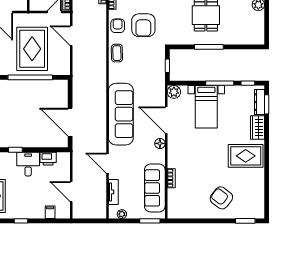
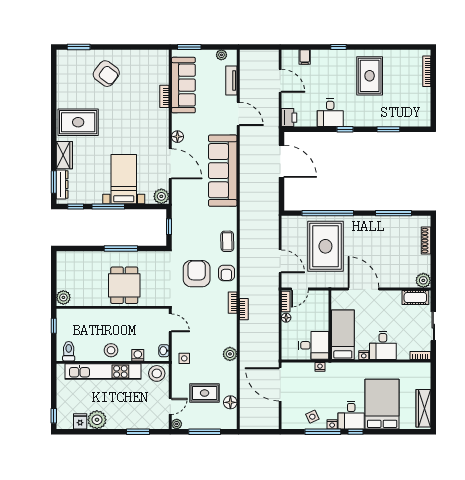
printer: (48, 159) -> (289, 118), moved, turned 90

